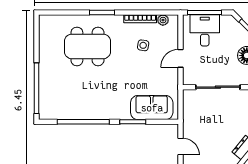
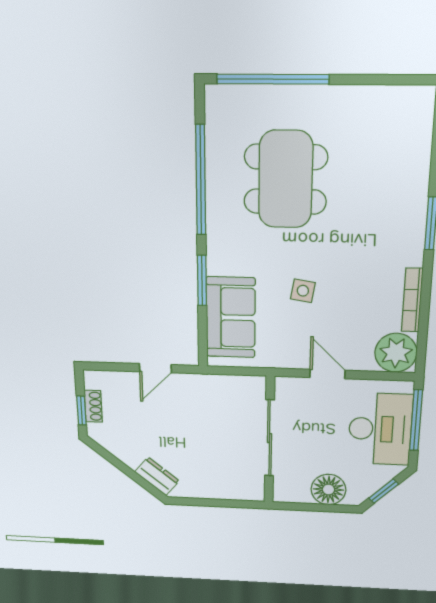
plant: (163, 20) -> (396, 353), width x1.87, depth x1.87
desk: (205, 30) -> (380, 429), width x1.37
side table: (143, 45) -> (303, 291), moved
dining table: (87, 46) -> (286, 179), moved

